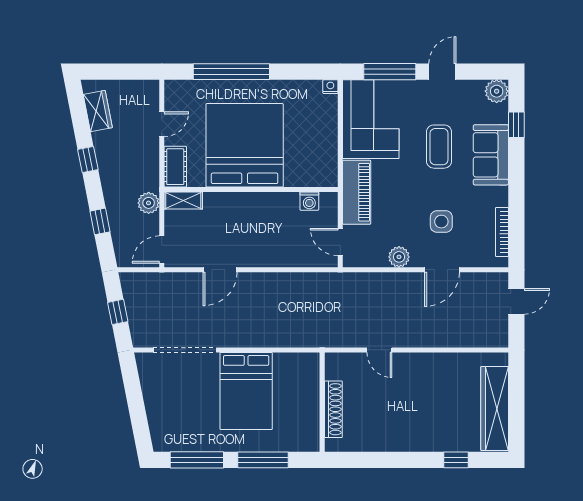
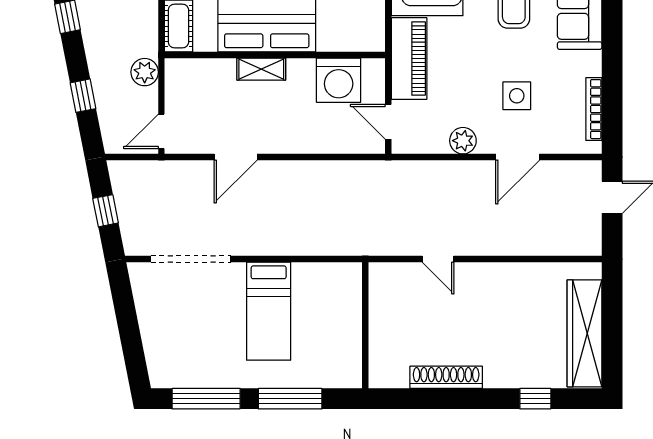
shelving: (183, 201) -> (261, 69), moved
washing machine: (309, 201) -> (339, 80), width x1.89, depth x1.89
bed: (246, 391) -> (269, 311), width x0.67
shoe rack: (333, 409) -> (446, 377), moved, turned -90

